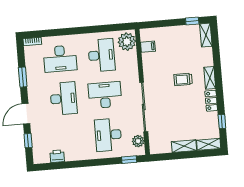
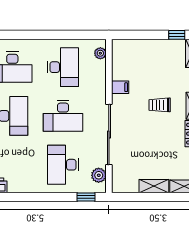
plant: (127, 42) -> (100, 53), width x0.53, depth x0.53
filing cabinet: (148, 47) -> (120, 87), moved
desk: (105, 95) -> (63, 116), turned 180

